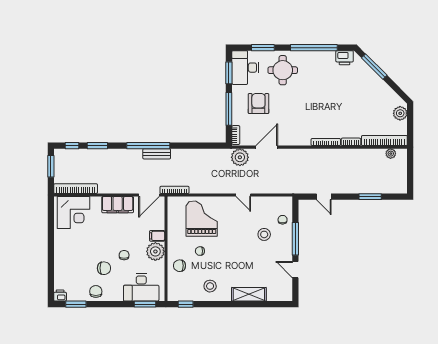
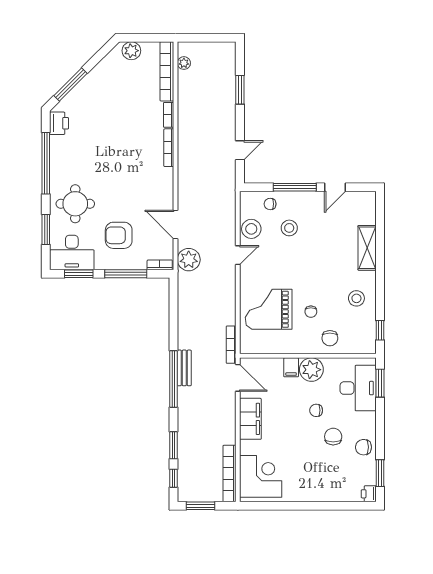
stool: (263, 205) -> (251, 229), added

